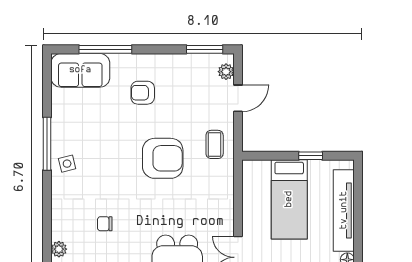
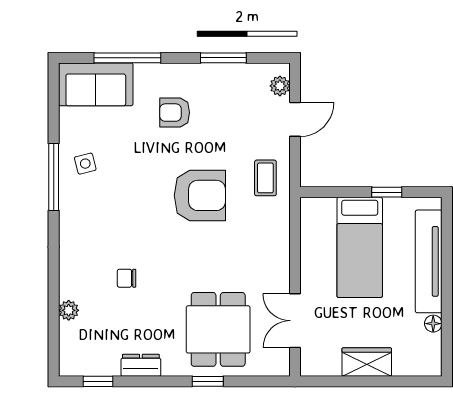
window: (205, 49) -> (223, 58), moved
side table: (67, 164) -> (85, 164), moved

